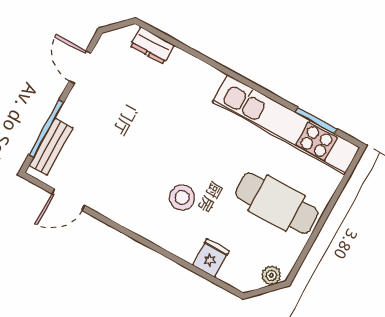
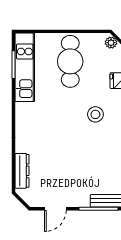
dresser: (152, 45) -> (22, 171), width x1.44
kitchen unit: (286, 125) -> (25, 67), width x0.73

